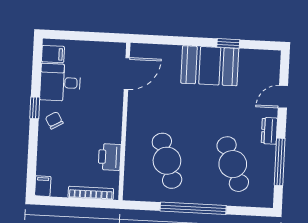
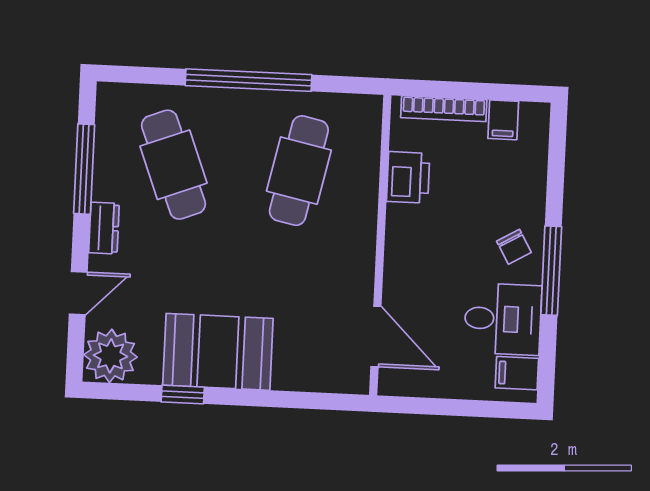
plant: (266, 64) -> (111, 356), added
door: (127, 74) -> (376, 337), swing flipped
window: (35, 108) -> (551, 271), width x2.17
cafe table: (167, 161) -> (299, 171), turned 30
filing cabinet: (43, 186) -> (503, 120), moved

